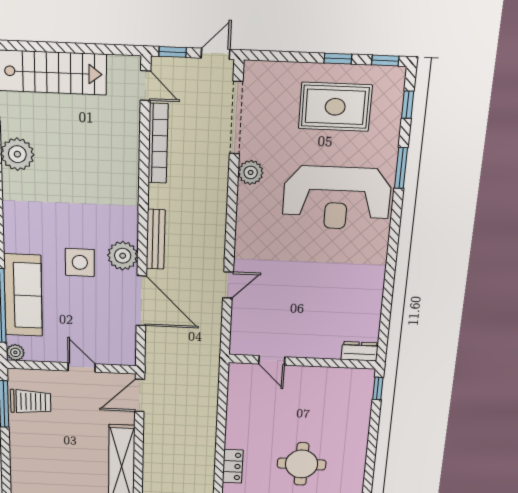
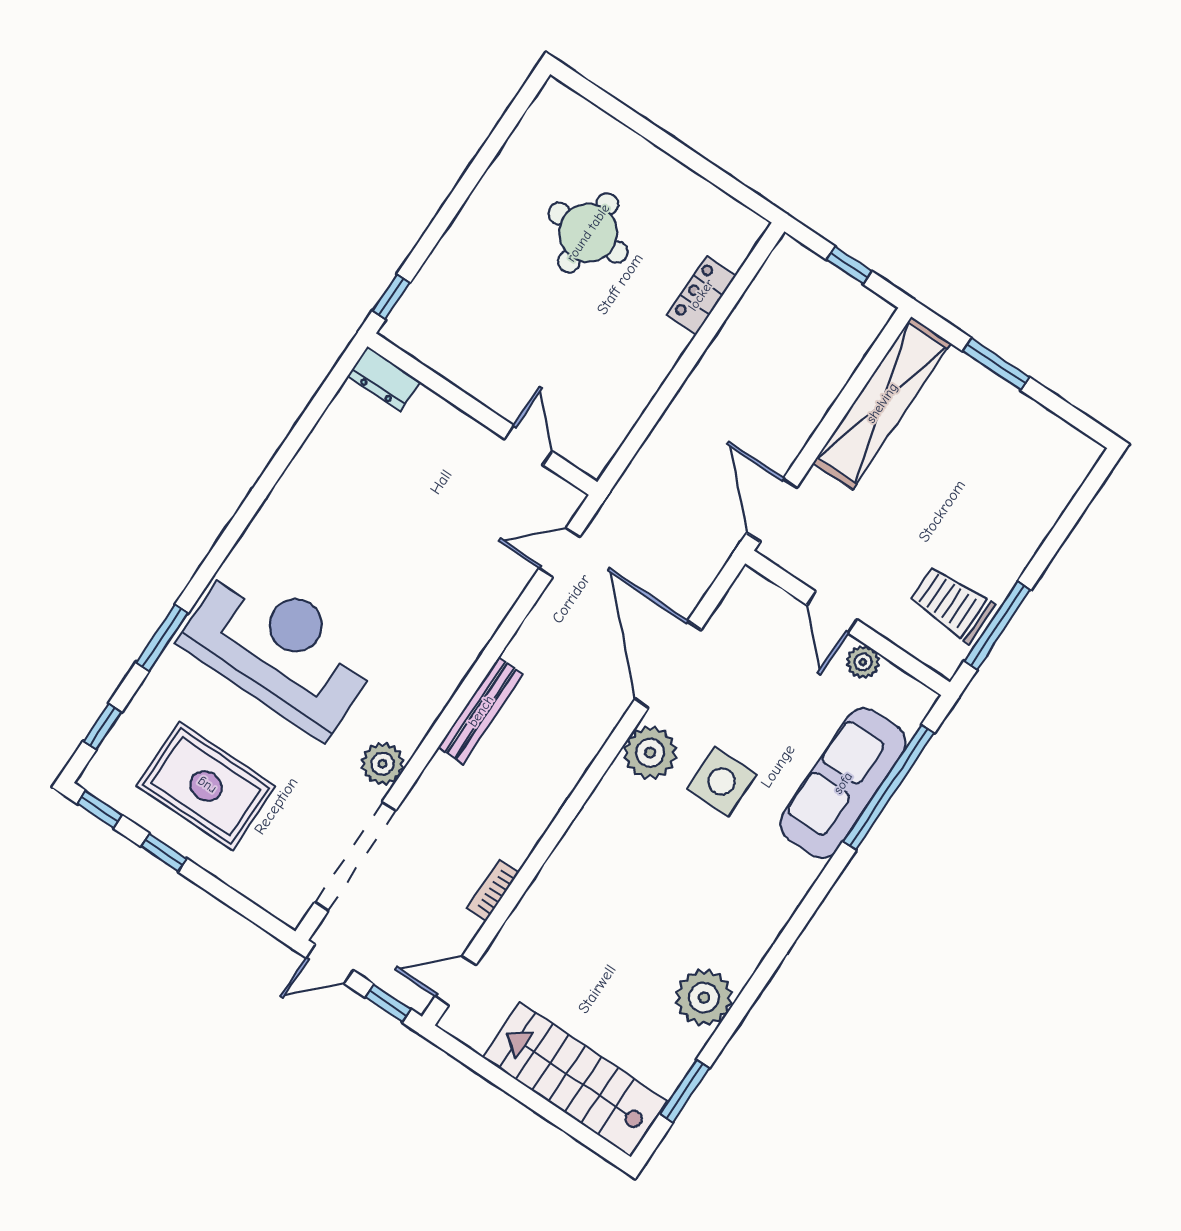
door: (145, 86) -> (456, 981), hinge flipped
bookcase: (158, 143) -> (493, 890), width x0.43, depth x0.76
bench: (156, 239) -> (481, 711), moved
door: (228, 285) -> (559, 553), moved
plant: (15, 352) -> (863, 662), moved
door: (140, 395) -> (772, 510), swing flipped

